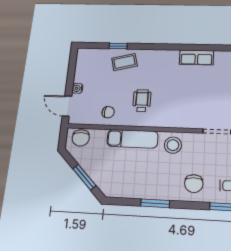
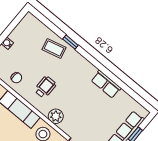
window: (118, 46) -> (70, 42), moved
plant: (172, 119) -> (56, 116), added

